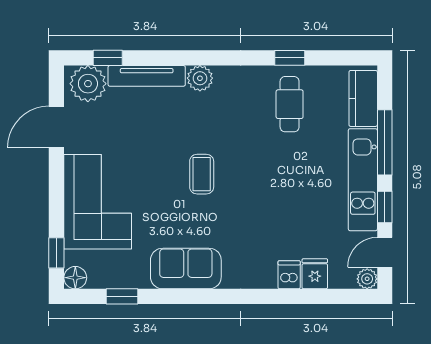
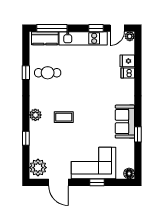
window: (108, 58) -> (26, 138), moved
tv unit: (147, 76) -> (34, 140), removed
window: (385, 142) -> (52, 28), moved
coffee table: (202, 174) -> (64, 117), moved
door: (385, 252) -> (117, 28), hinge flipped
window: (56, 253) -> (97, 182), moved
window: (122, 296) -> (138, 134), moved

